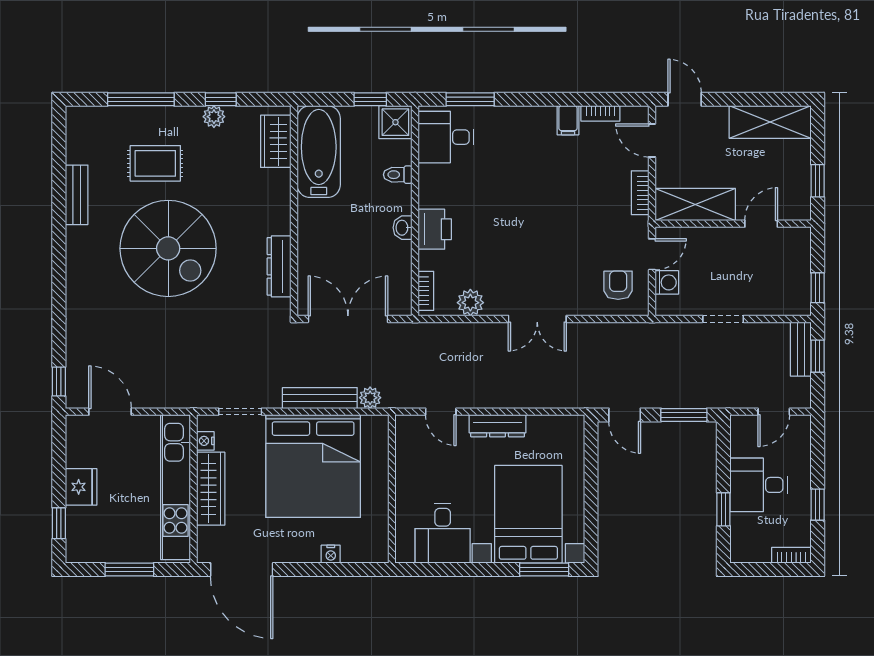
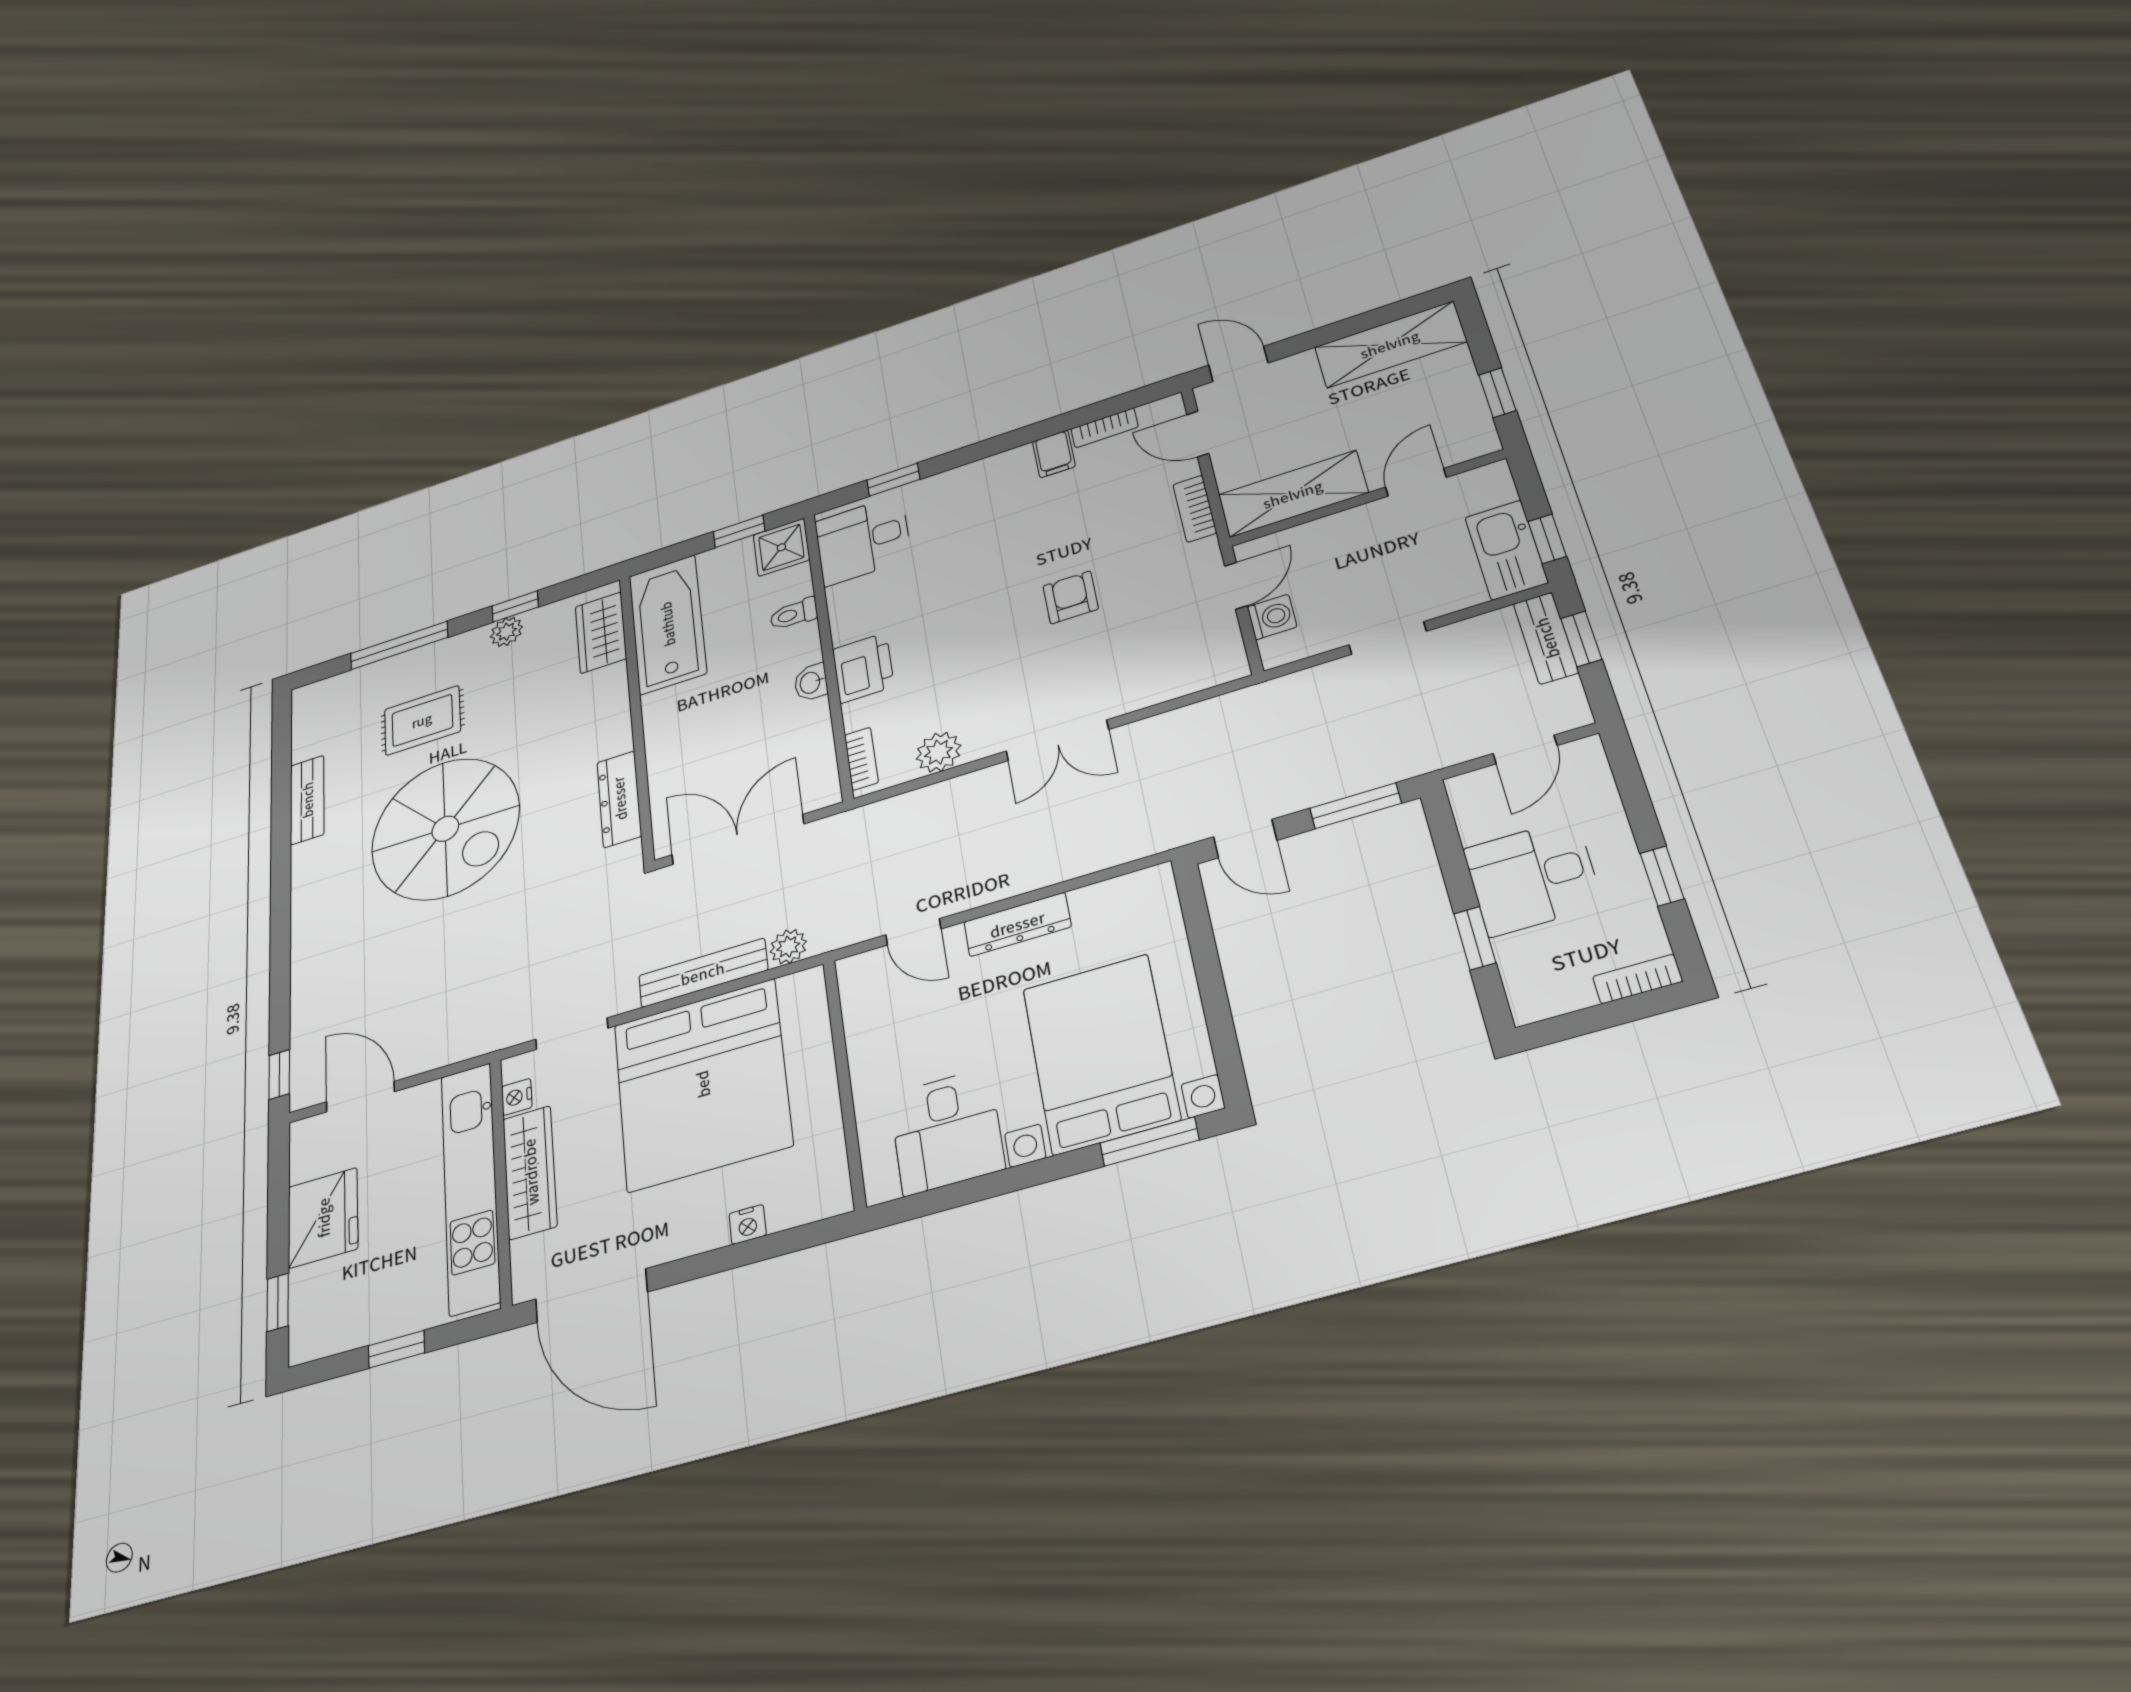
window: (470, 99) -> (893, 480), width x0.67
armchair: (618, 285) -> (1071, 597), moved
kitchen sink: (796, 287) -> (1506, 550), added
fridge: (81, 487) -> (323, 1218), width x1.36, depth x1.34
window: (129, 570) -> (396, 1349), width x0.67

